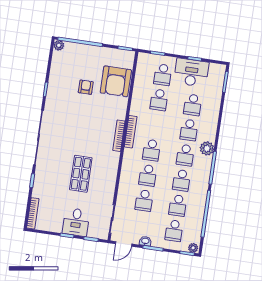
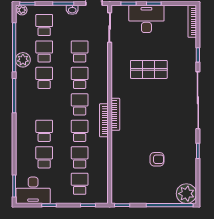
plant: (59, 45) -> (186, 194), width x1.88, depth x1.88
desk: (191, 73) -> (33, 190), moved
armchair: (116, 81) -> (127, 170), removed
armchair: (86, 87) -> (157, 159), turned -90
plant: (207, 148) -> (23, 60), moved
school desk: (185, 155) -> (80, 131), moved
shop shelf: (81, 174) -> (149, 69), turned 90
desk: (76, 222) -> (146, 19), width x1.37

